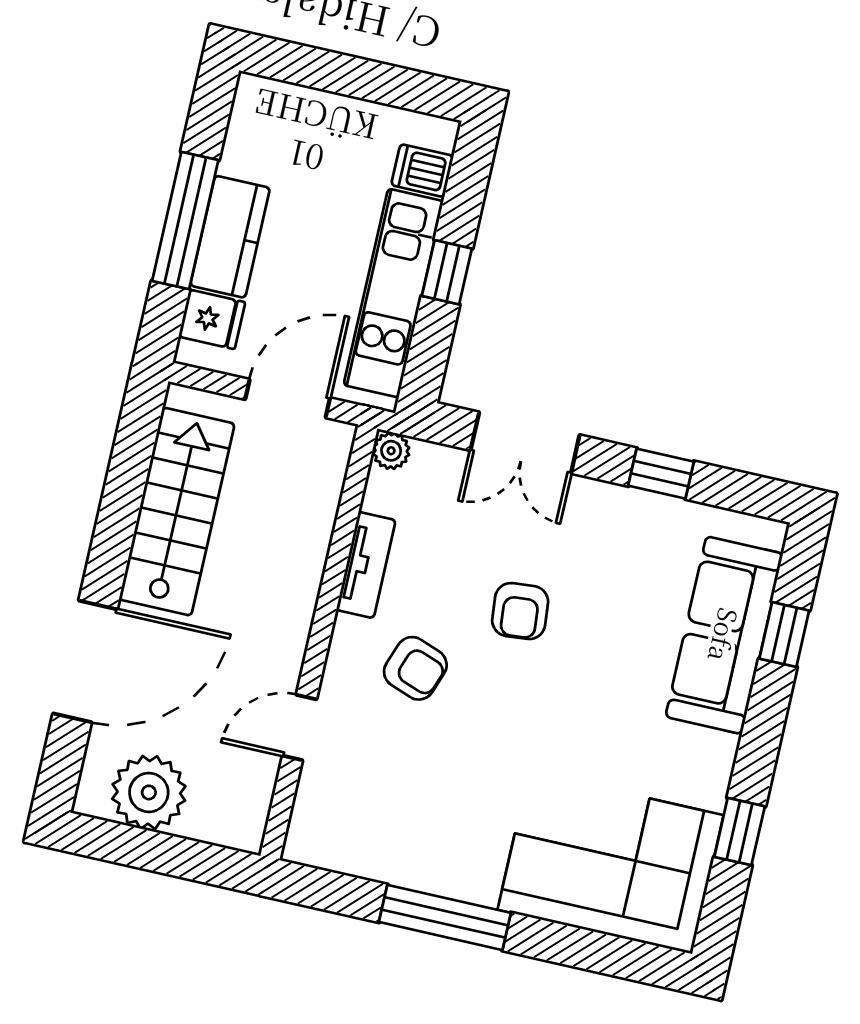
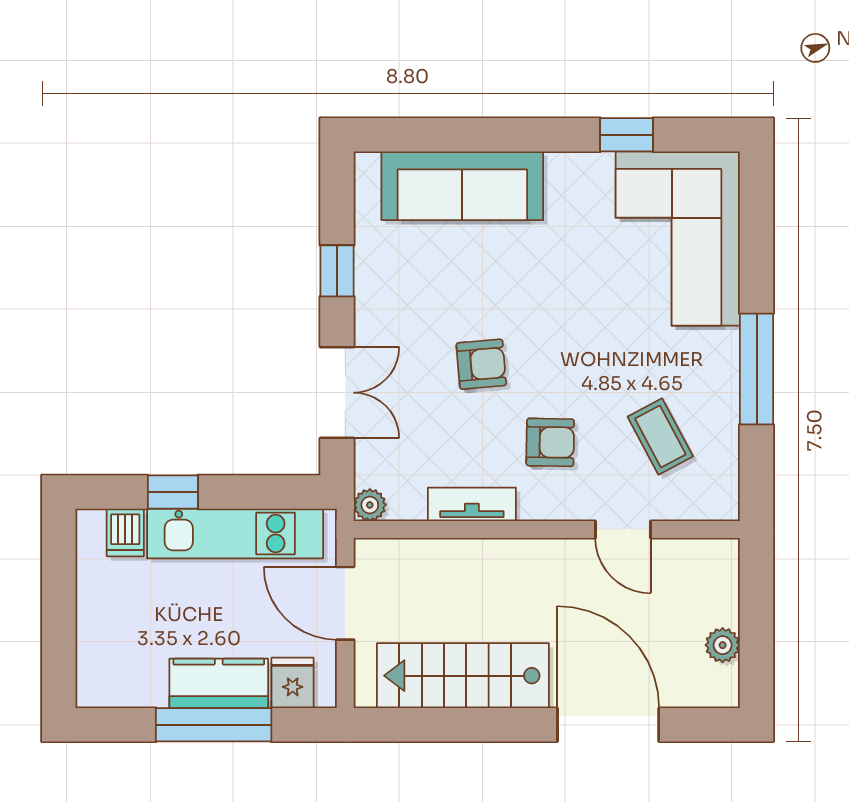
window: (447, 272) -> (173, 492), moved
window: (784, 635) -> (450, 135), removed
armchair: (415, 668) -> (550, 442), turned 71
plant: (149, 792) -> (723, 645), width x0.53, depth x0.53
coffee table: (394, 793) -> (660, 436), added

